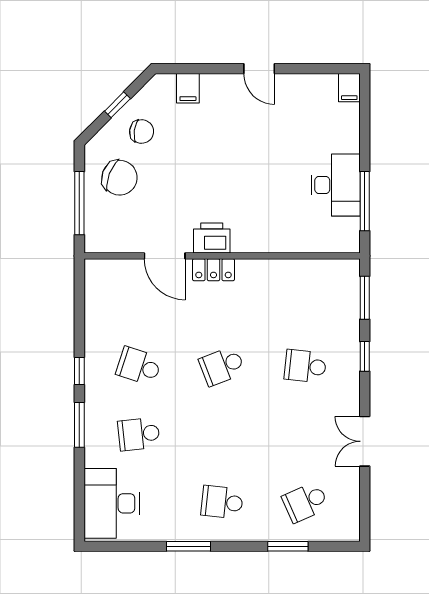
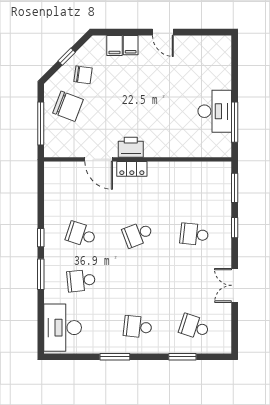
filing cabinet: (349, 88) -> (131, 45), moved
school desk: (305, 502) -> (194, 327), turned 42

